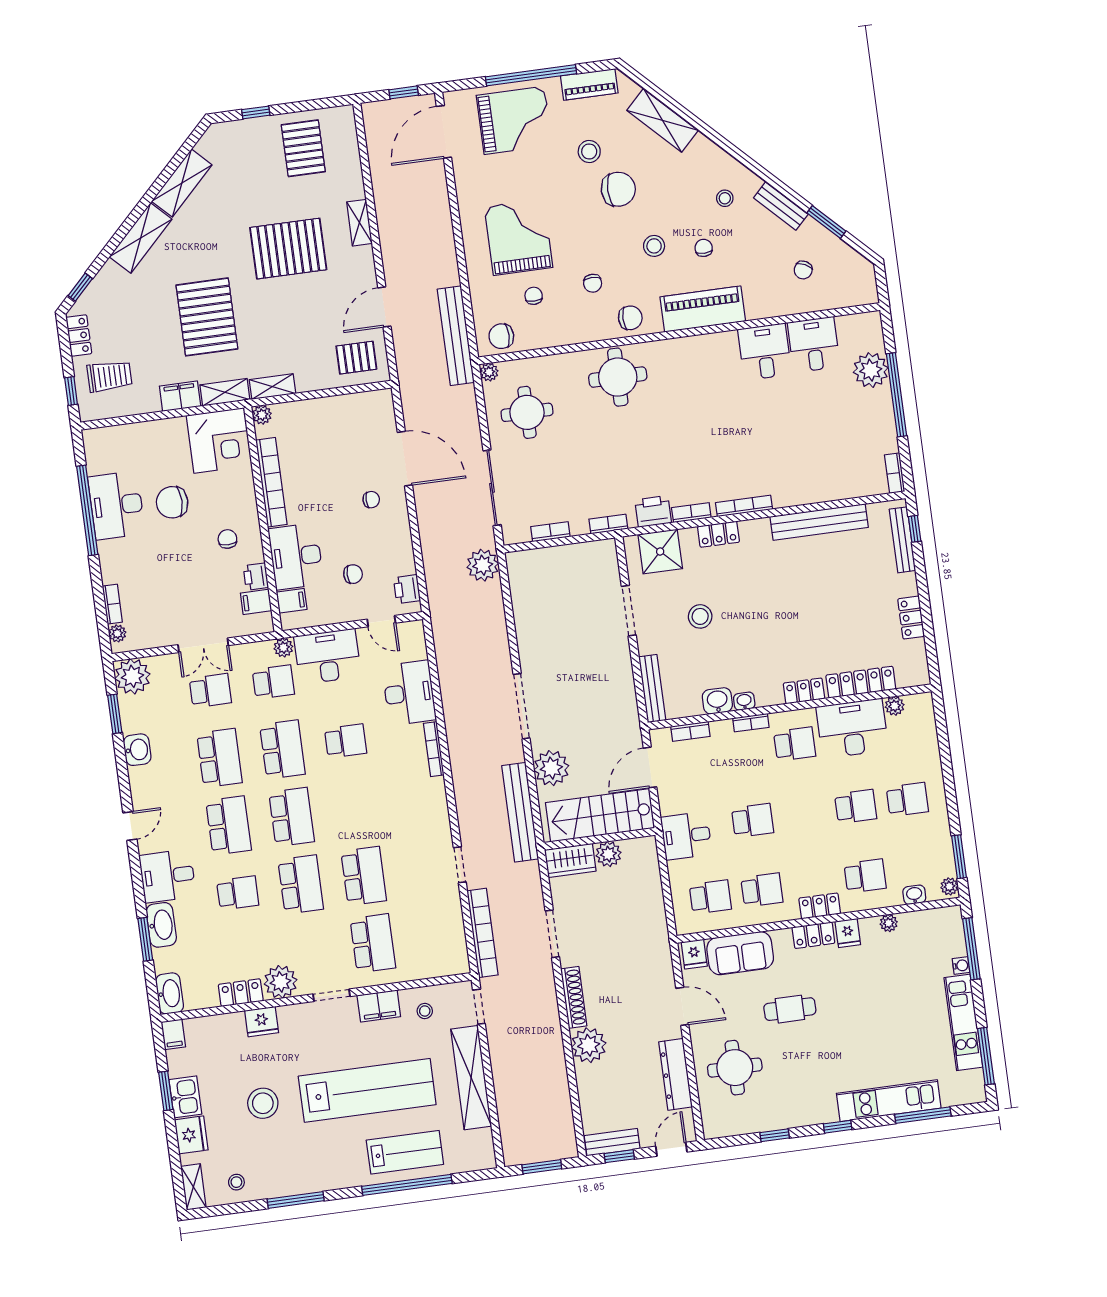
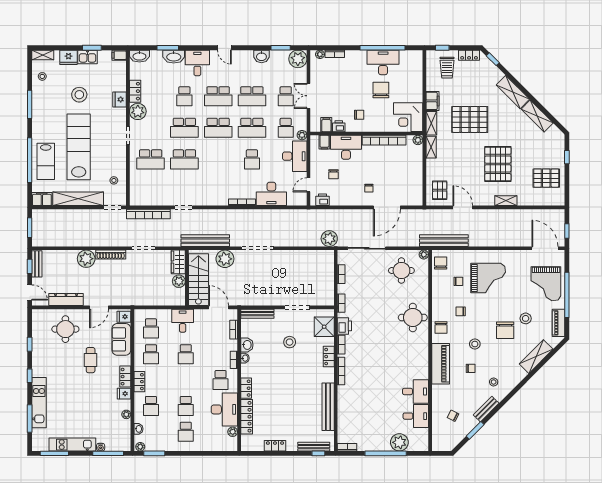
filing cabinet: (379, 1006) -> (42, 199), moved, turned 90
lab bench: (367, 1090) -> (79, 147), turned 180

